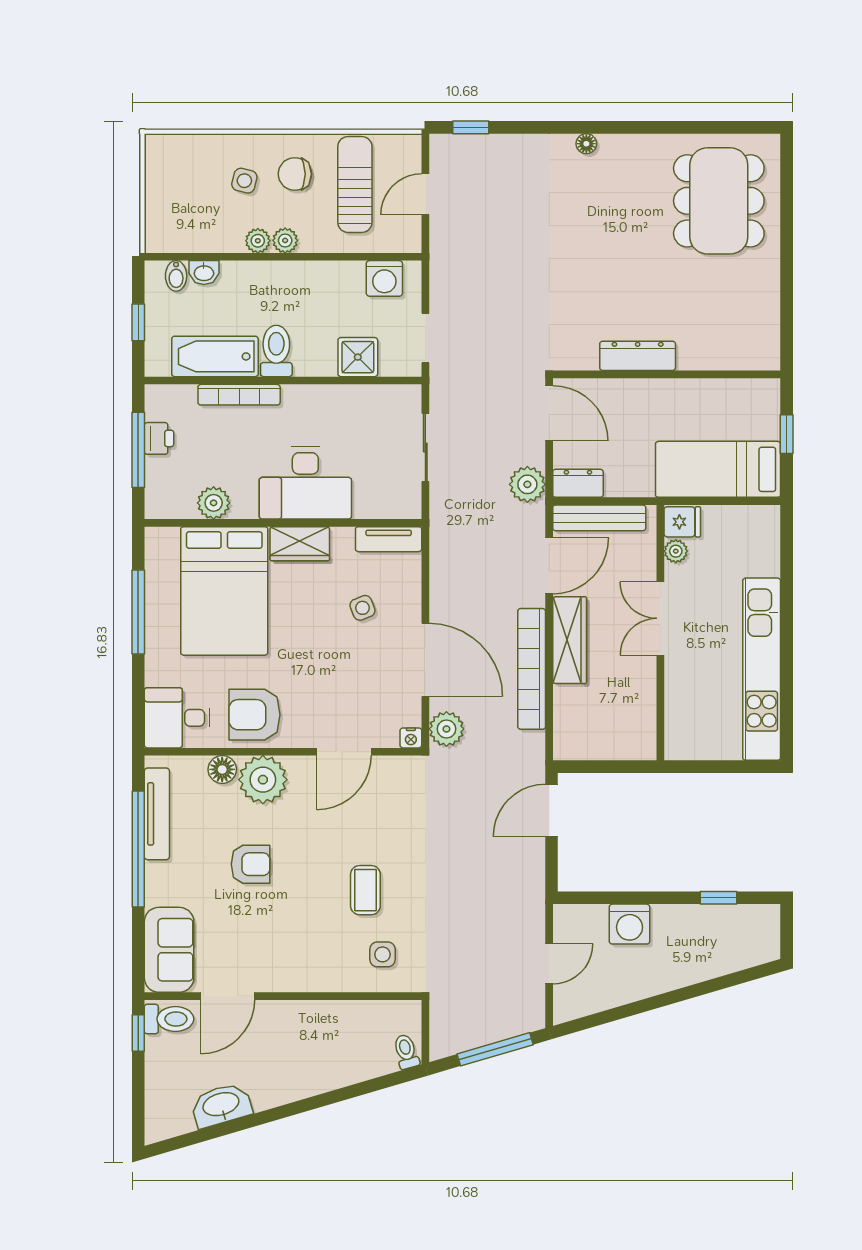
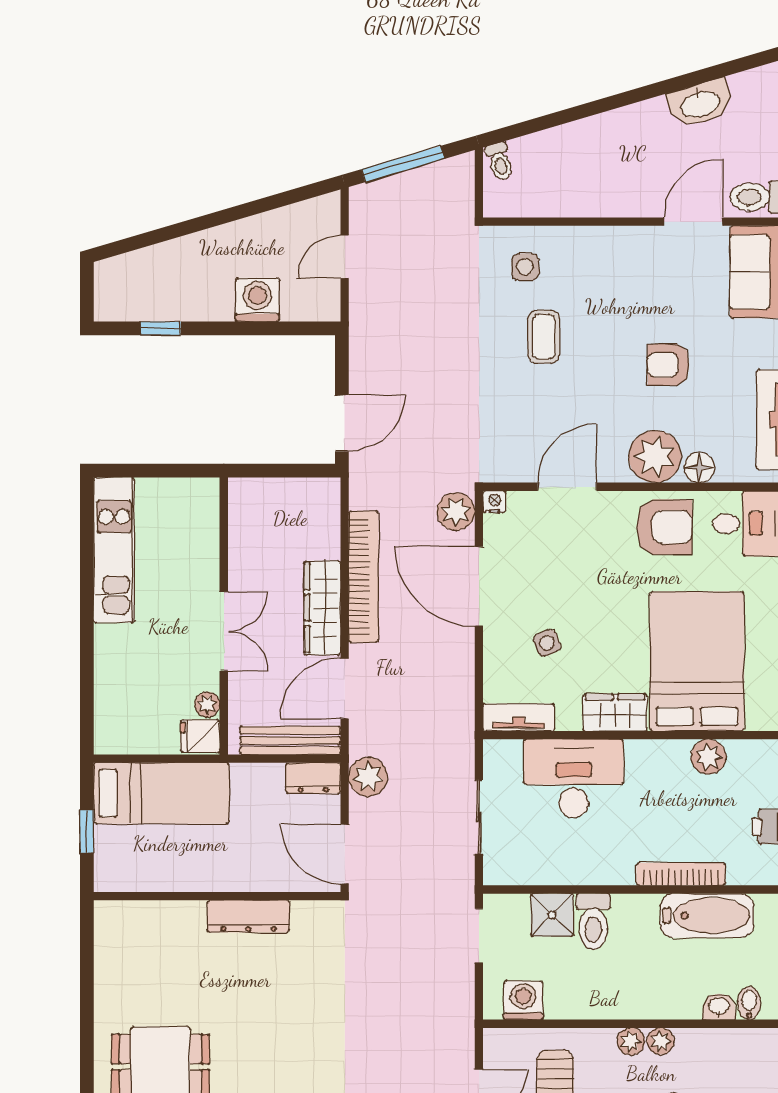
toilet: (276, 351) -> (593, 922), moved
desk: (305, 483) -> (574, 778), moved
kitchen unit: (762, 669) -> (114, 550), width x0.73

